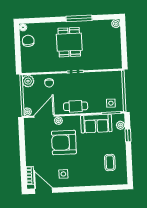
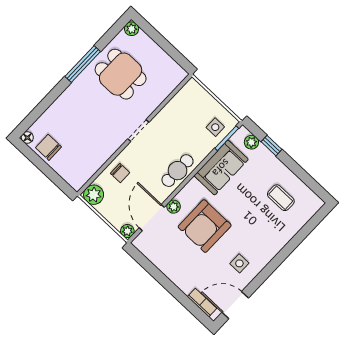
dining table: (69, 42) -> (121, 74), moved

